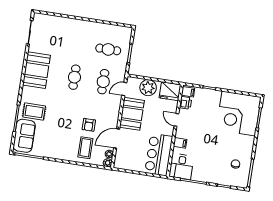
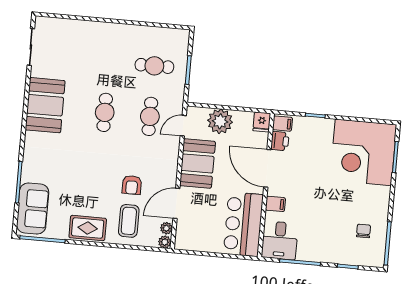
fridge: (170, 91) -> (262, 122), width x0.53, depth x0.75
rug: (34, 112) -> (88, 228), moved
door: (176, 120) -> (267, 168), width x1.88

